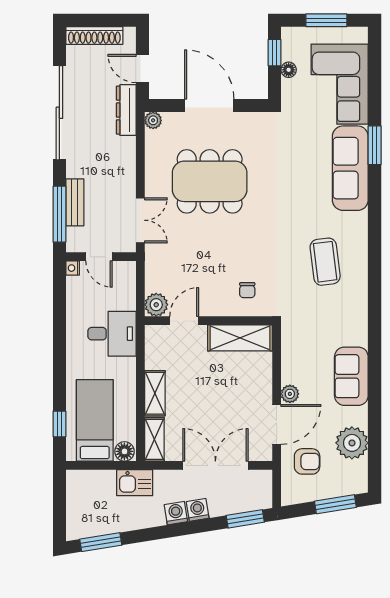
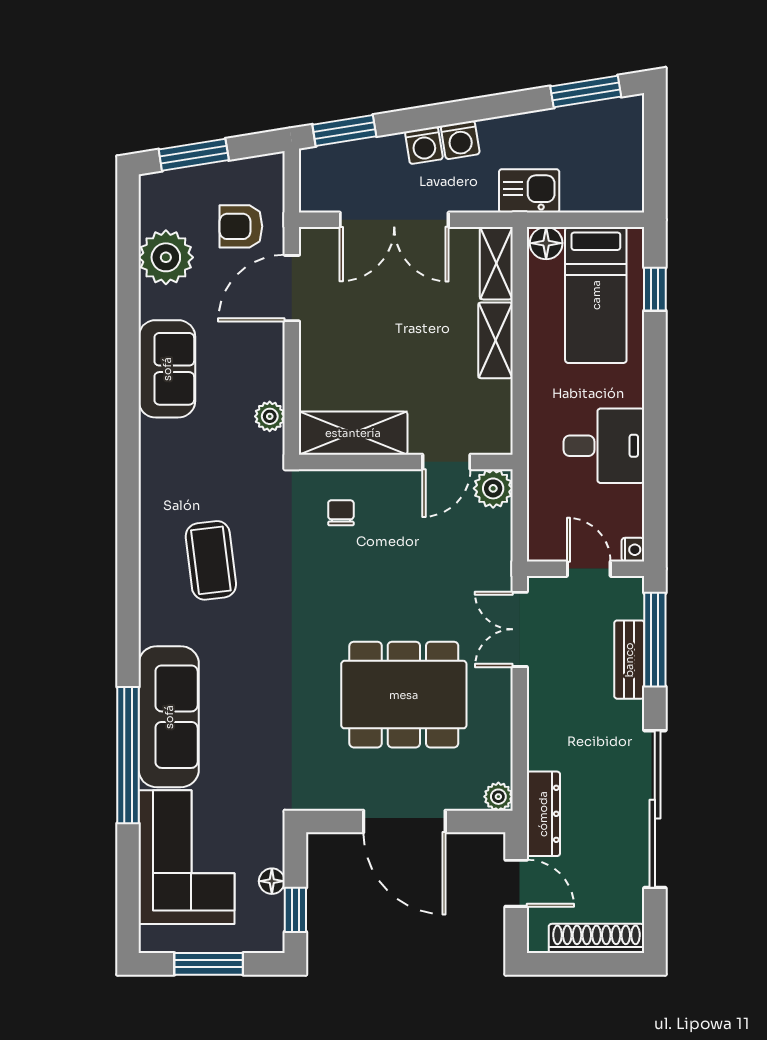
window: (375, 145) -> (128, 755), width x2.11
desk: (112, 334) -> (604, 446), moved, turned 180
plant: (290, 394) -> (270, 416), moved

